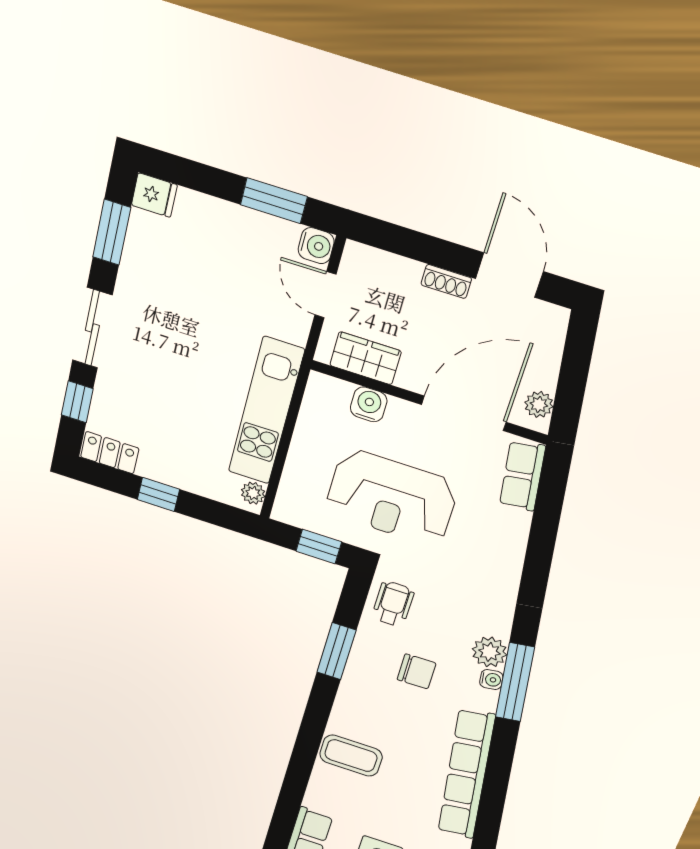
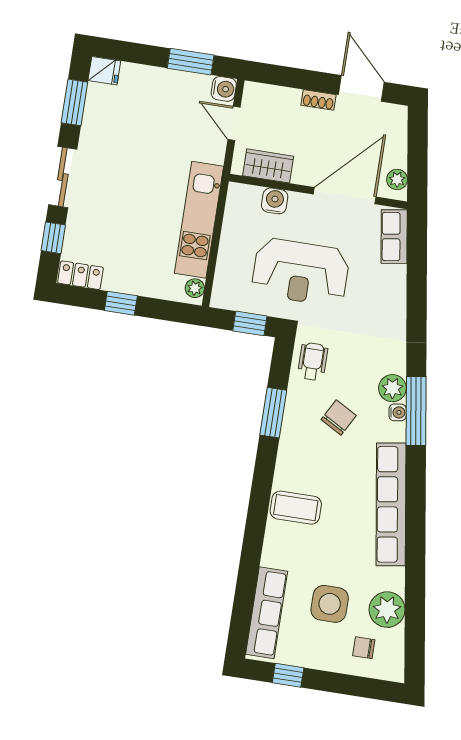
chair: (417, 671) -> (339, 418), turned -60

